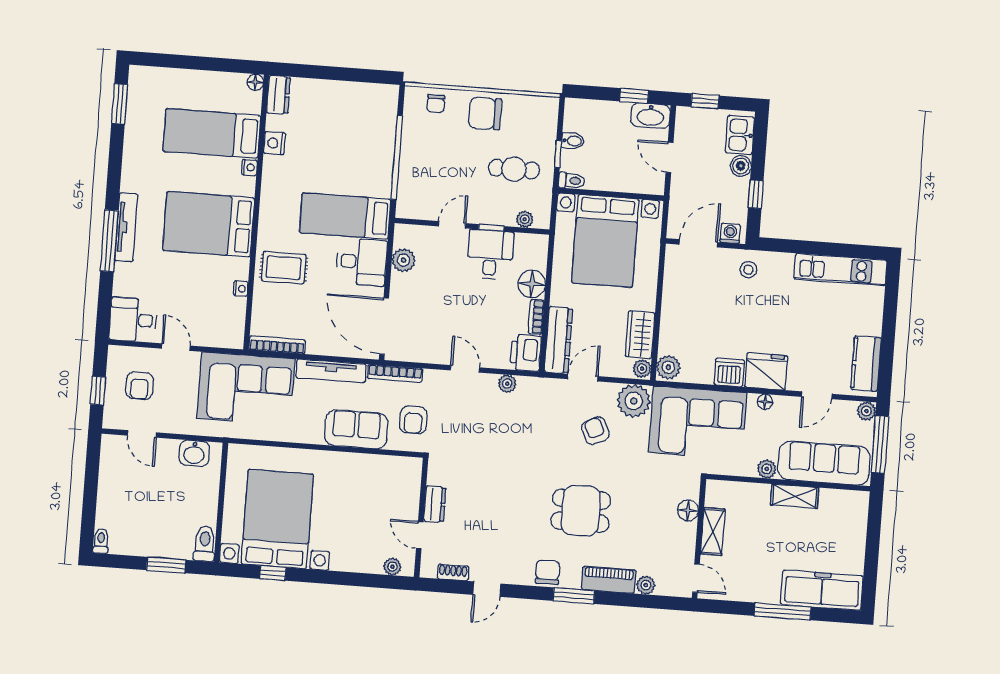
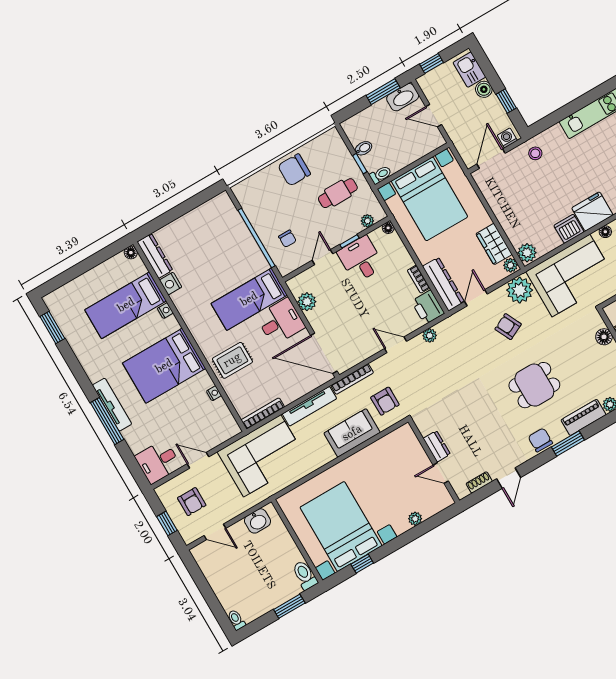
dresser: (278, 95) -> (155, 256), width x1.44
window: (634, 96) -> (383, 92), width x1.50
chair: (436, 103) -> (287, 239), moved
floor lamp: (532, 284) -> (388, 228), moved, width x0.53, depth x0.53
plant: (392, 567) -> (415, 519), moved

